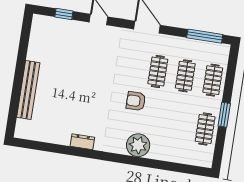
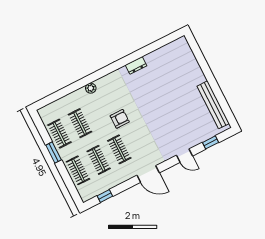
window: (205, 36) -> (105, 196), width x0.46
bench: (28, 90) -> (213, 105), moved
clothes rail: (178, 125) -> (80, 123), added
plant: (138, 145) -> (91, 88), width x0.53, depth x0.53

